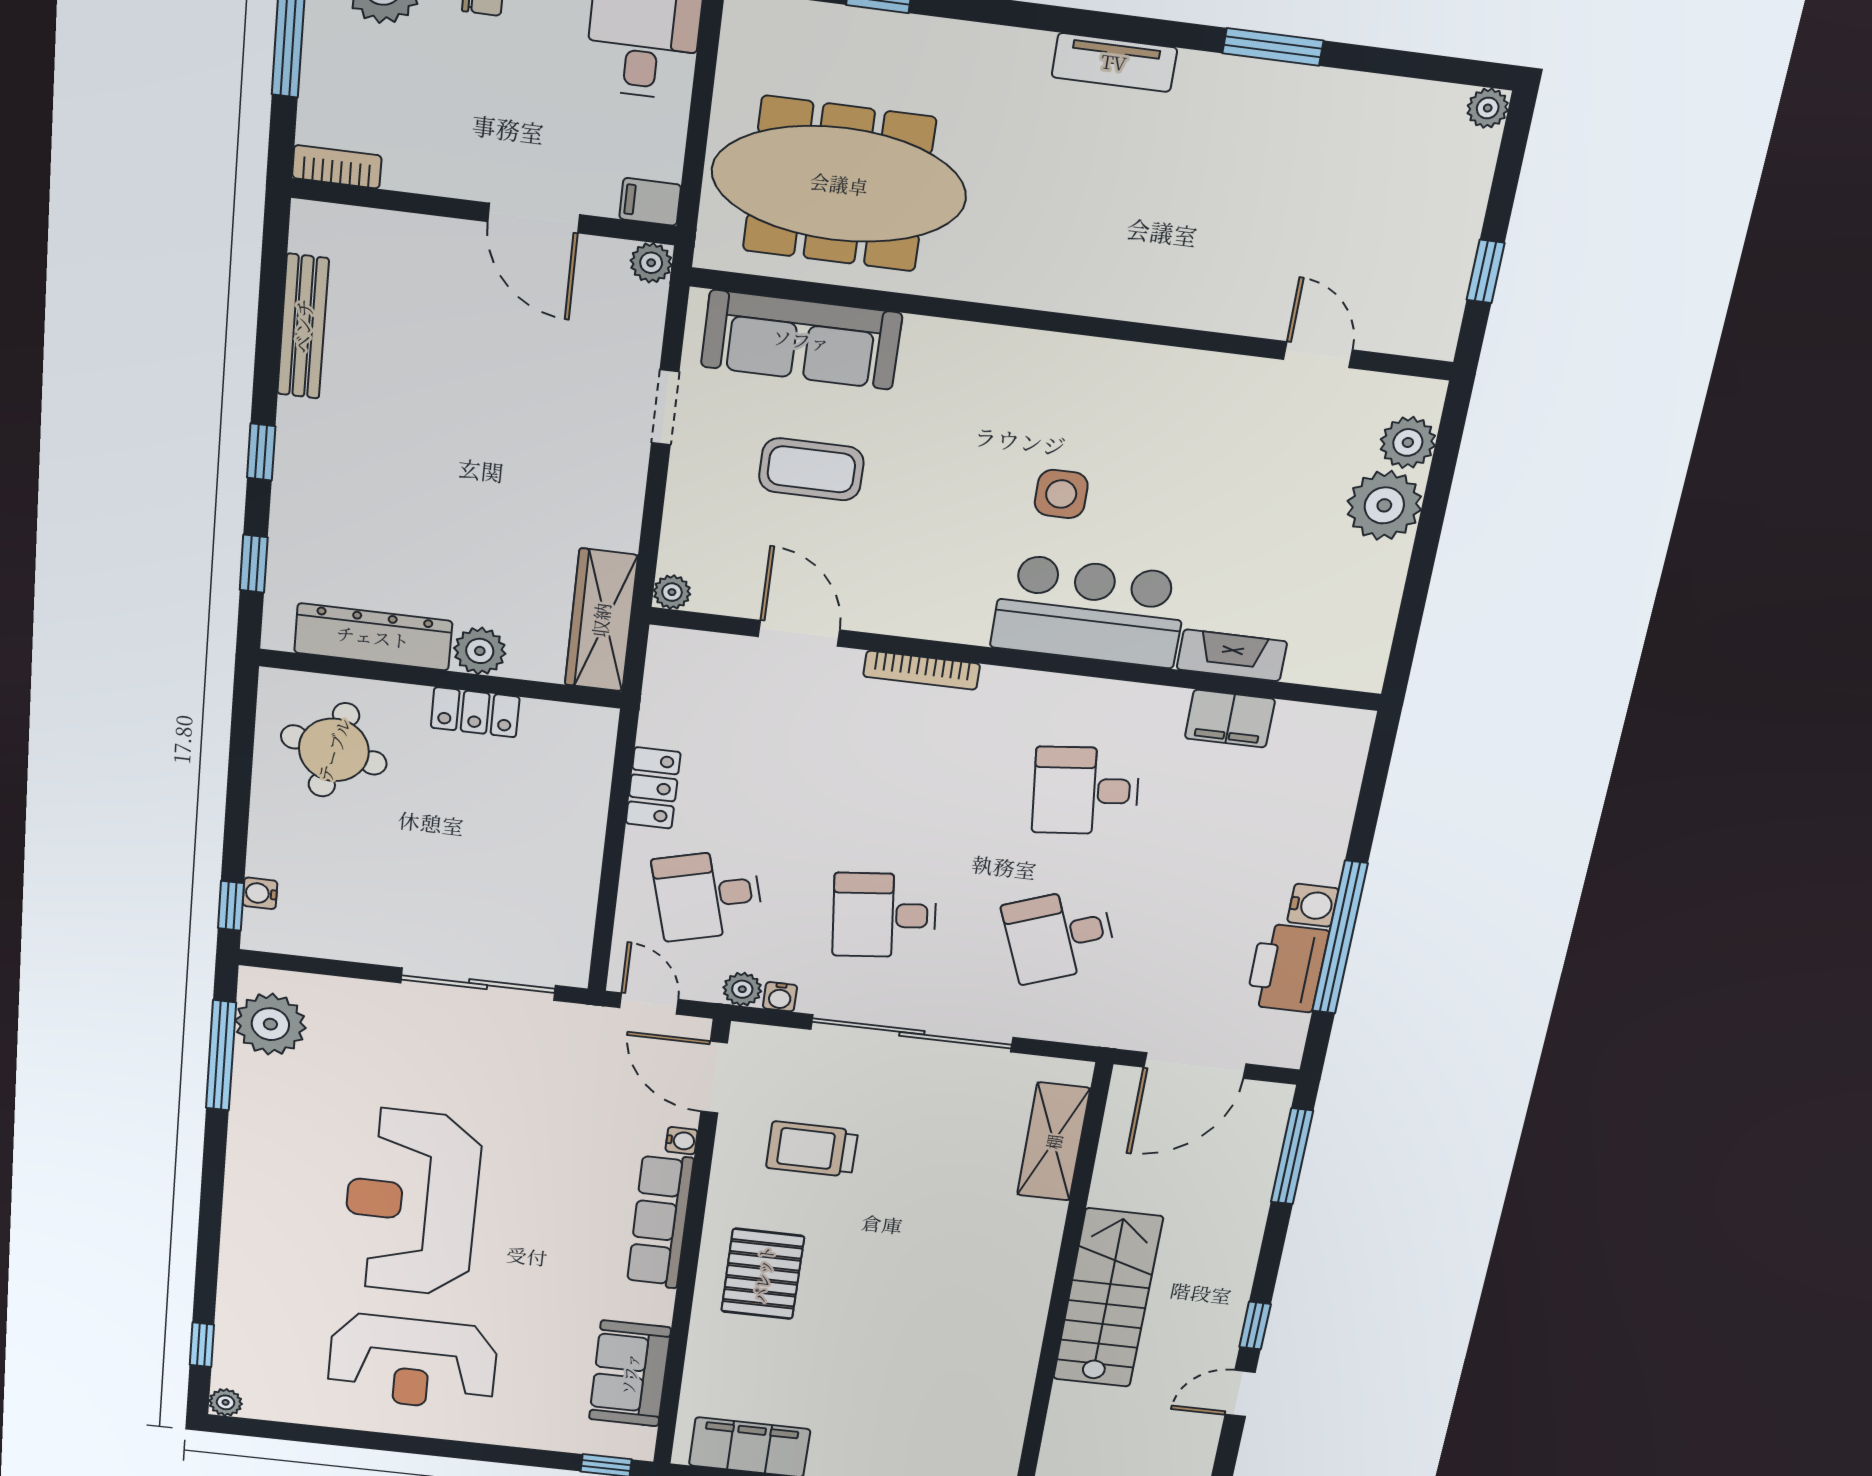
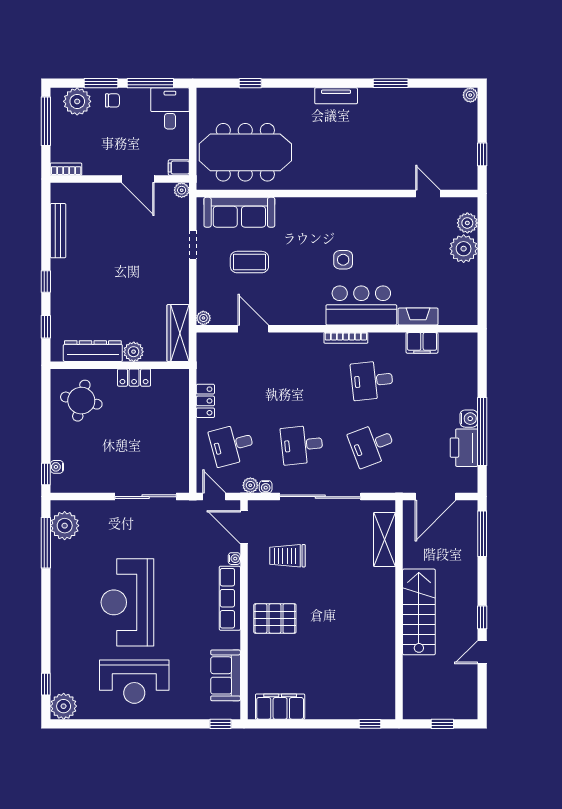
bookcase: (922, 670) -> (346, 338), moved
pallet: (763, 1274) -> (275, 619), turned 90
plant: (226, 1402) -> (64, 706), width x1.88, depth x1.88

